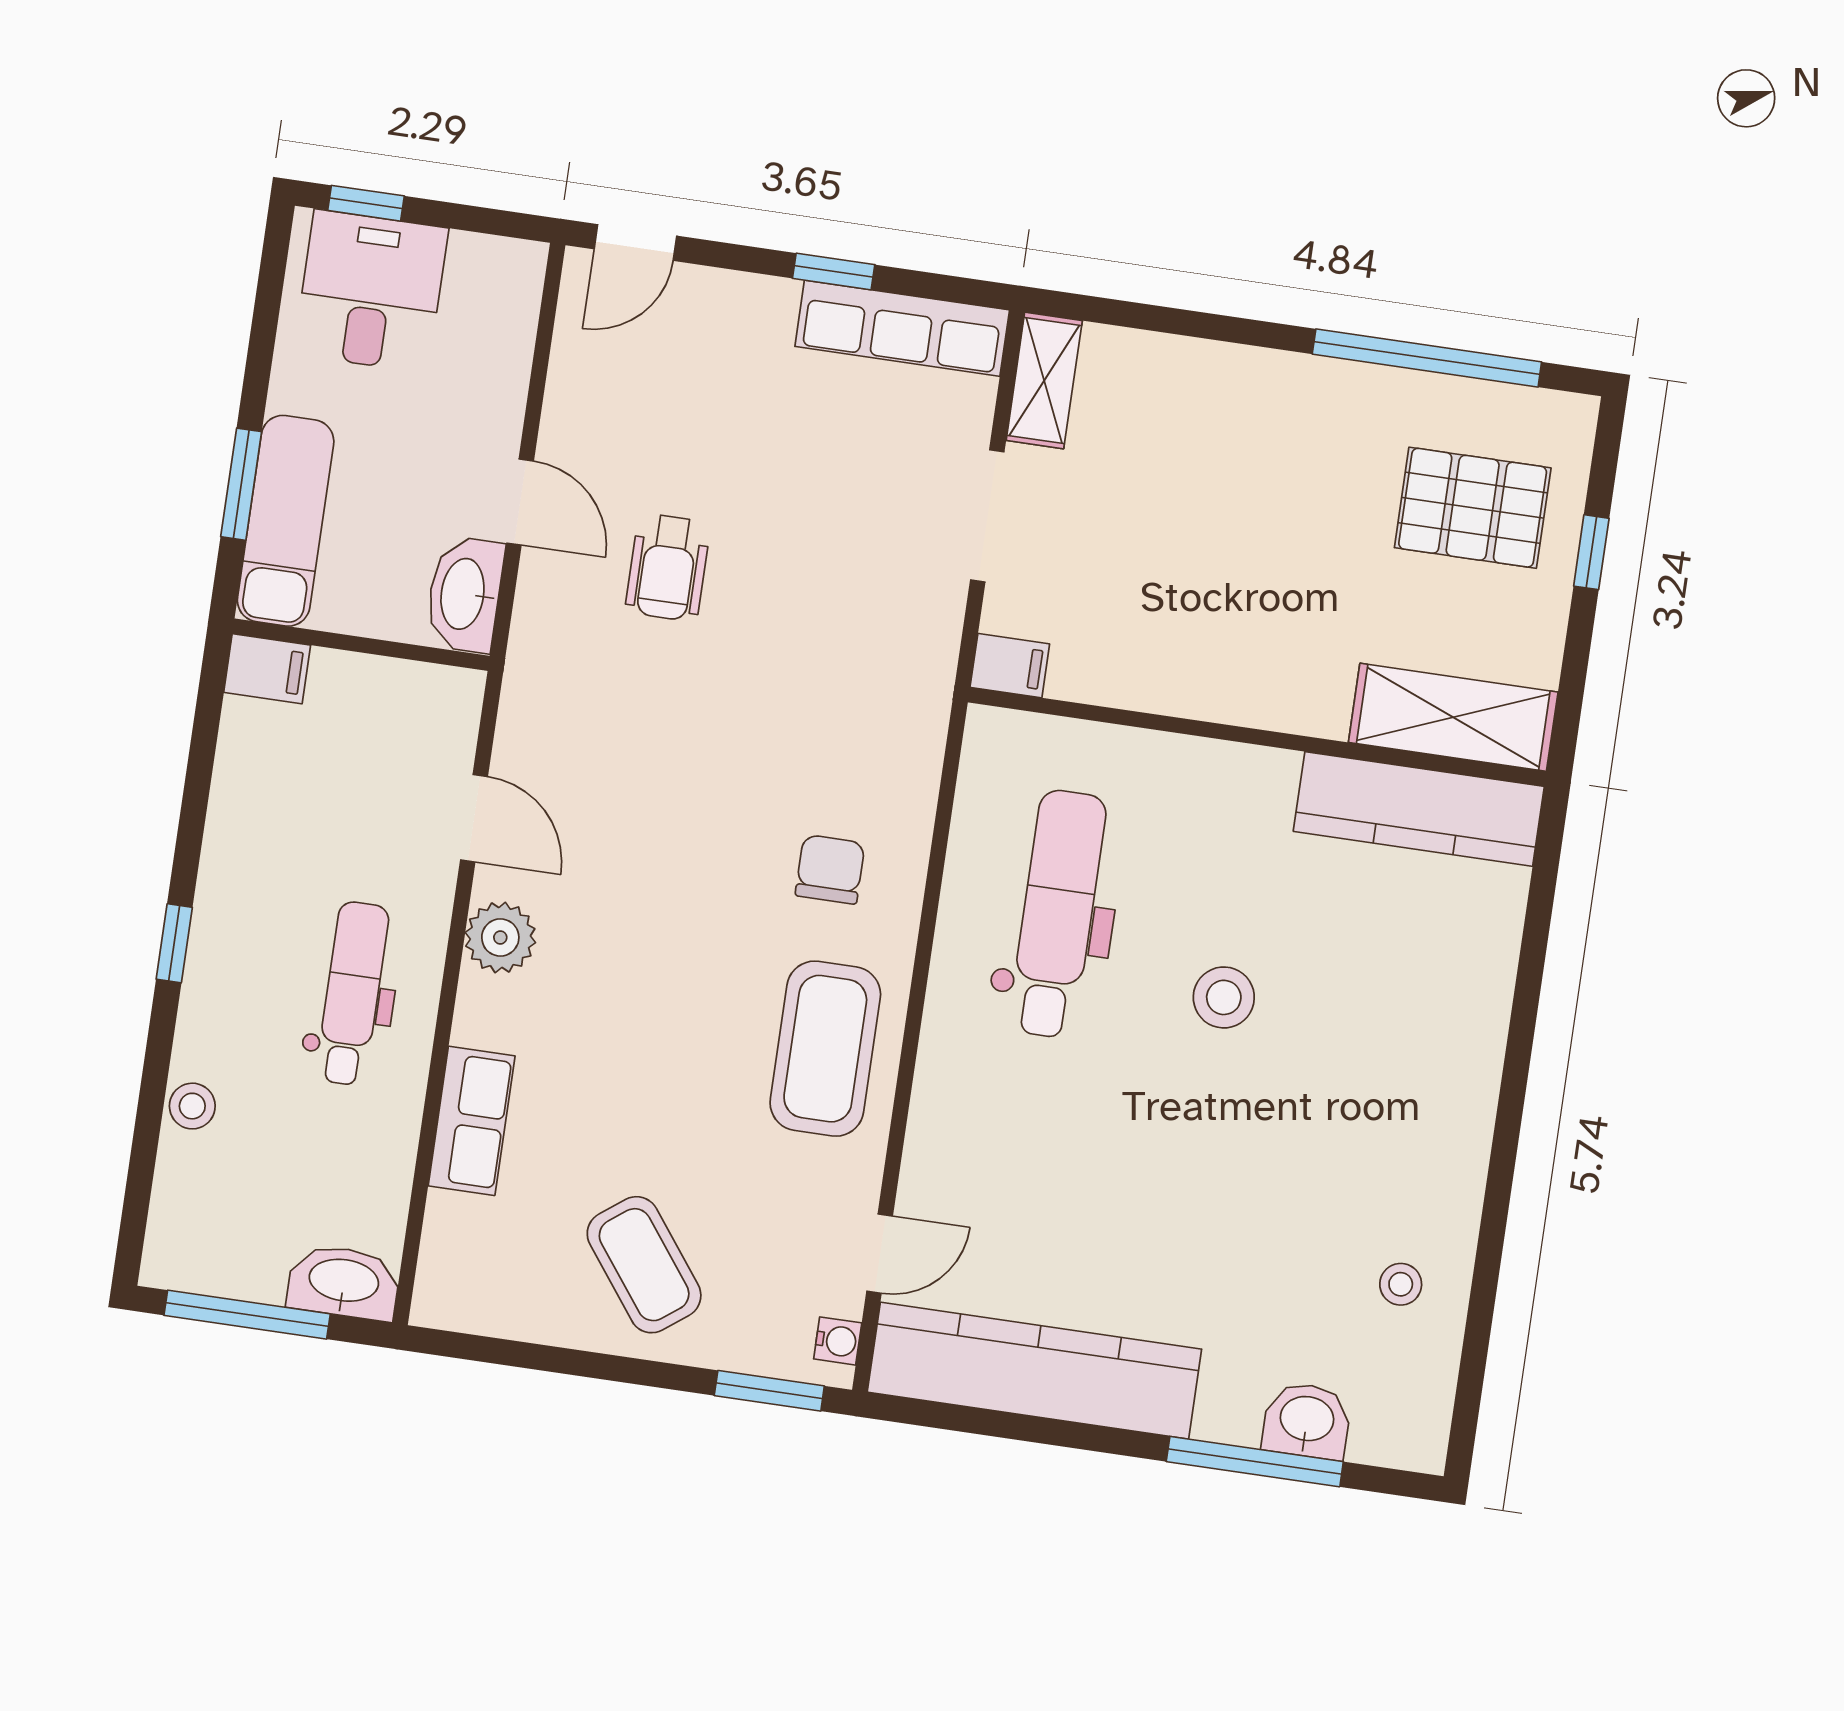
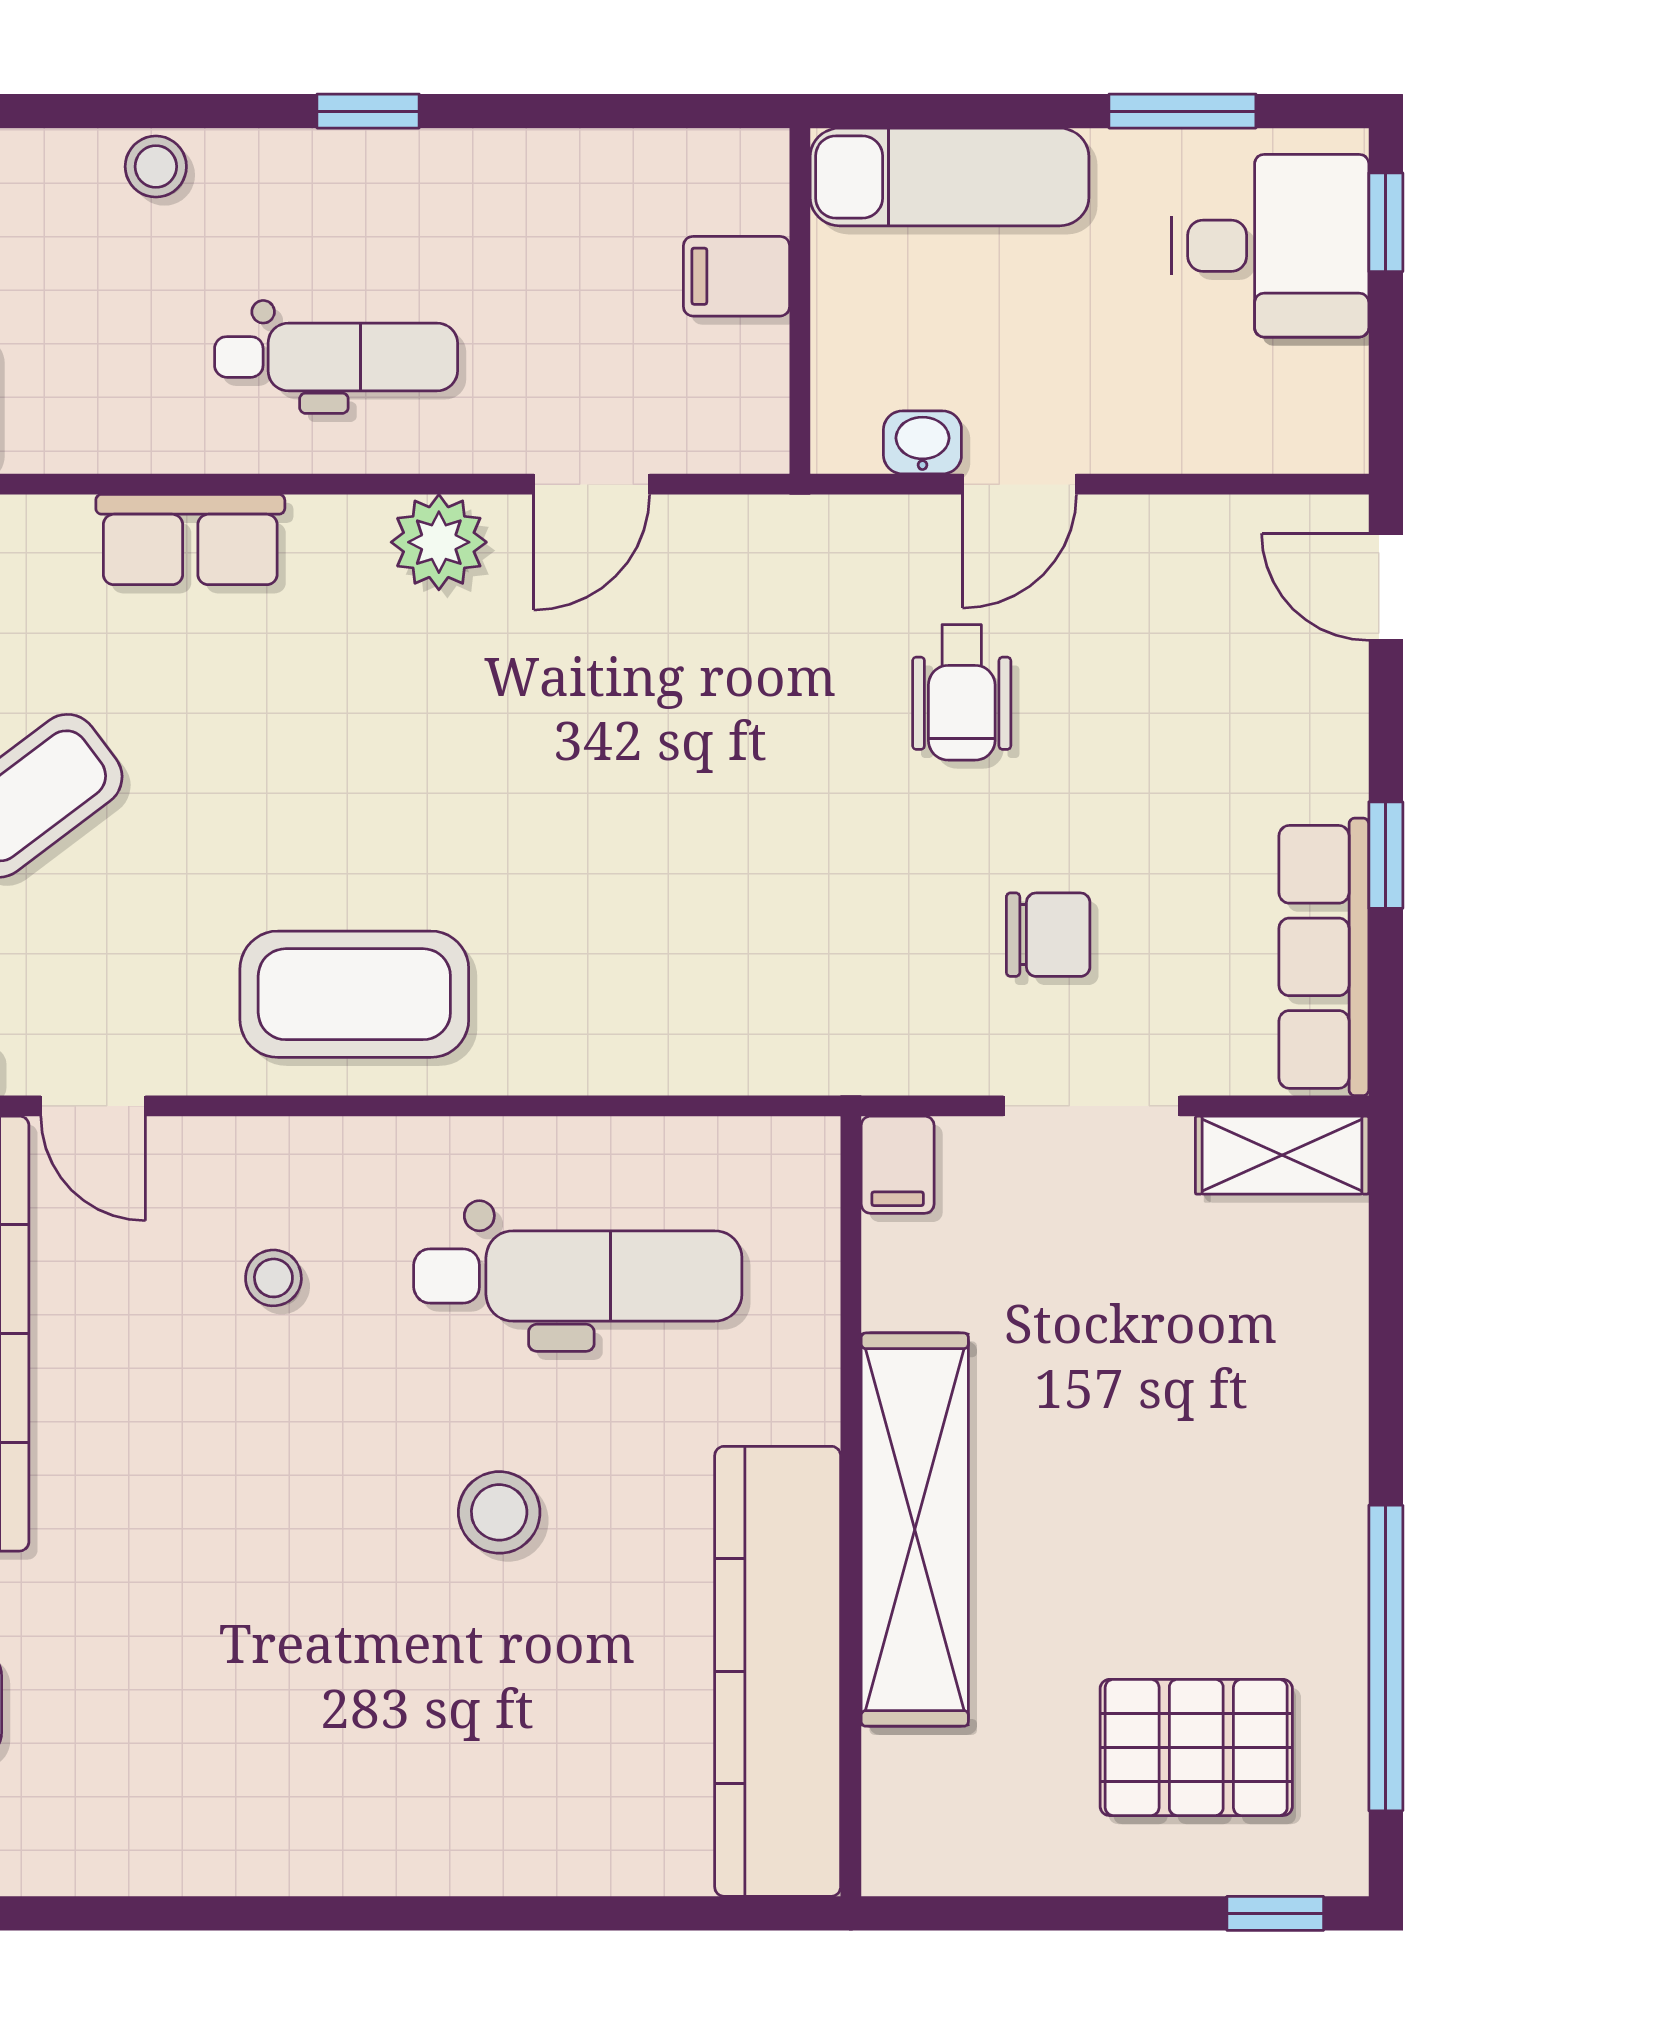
window: (241, 484) -> (1182, 111), moved
pallet: (1473, 508) -> (1196, 1747), turned 90
window: (1591, 552) -> (1275, 1913), moved
wheelchair: (668, 567) -> (962, 692), turned -90
washbasin: (464, 594) -> (922, 442), width x0.52, depth x0.69
filing cabinet: (267, 669) -> (737, 276), moved, turned 90
shelving: (1453, 717) -> (915, 1530), moved, width x1.47
kitchen counter: (1419, 809) -> (778, 1671), width x1.39, depth x1.17
chair: (830, 869) -> (1048, 935), moved
stool: (1401, 1284) -> (273, 1278), moved

